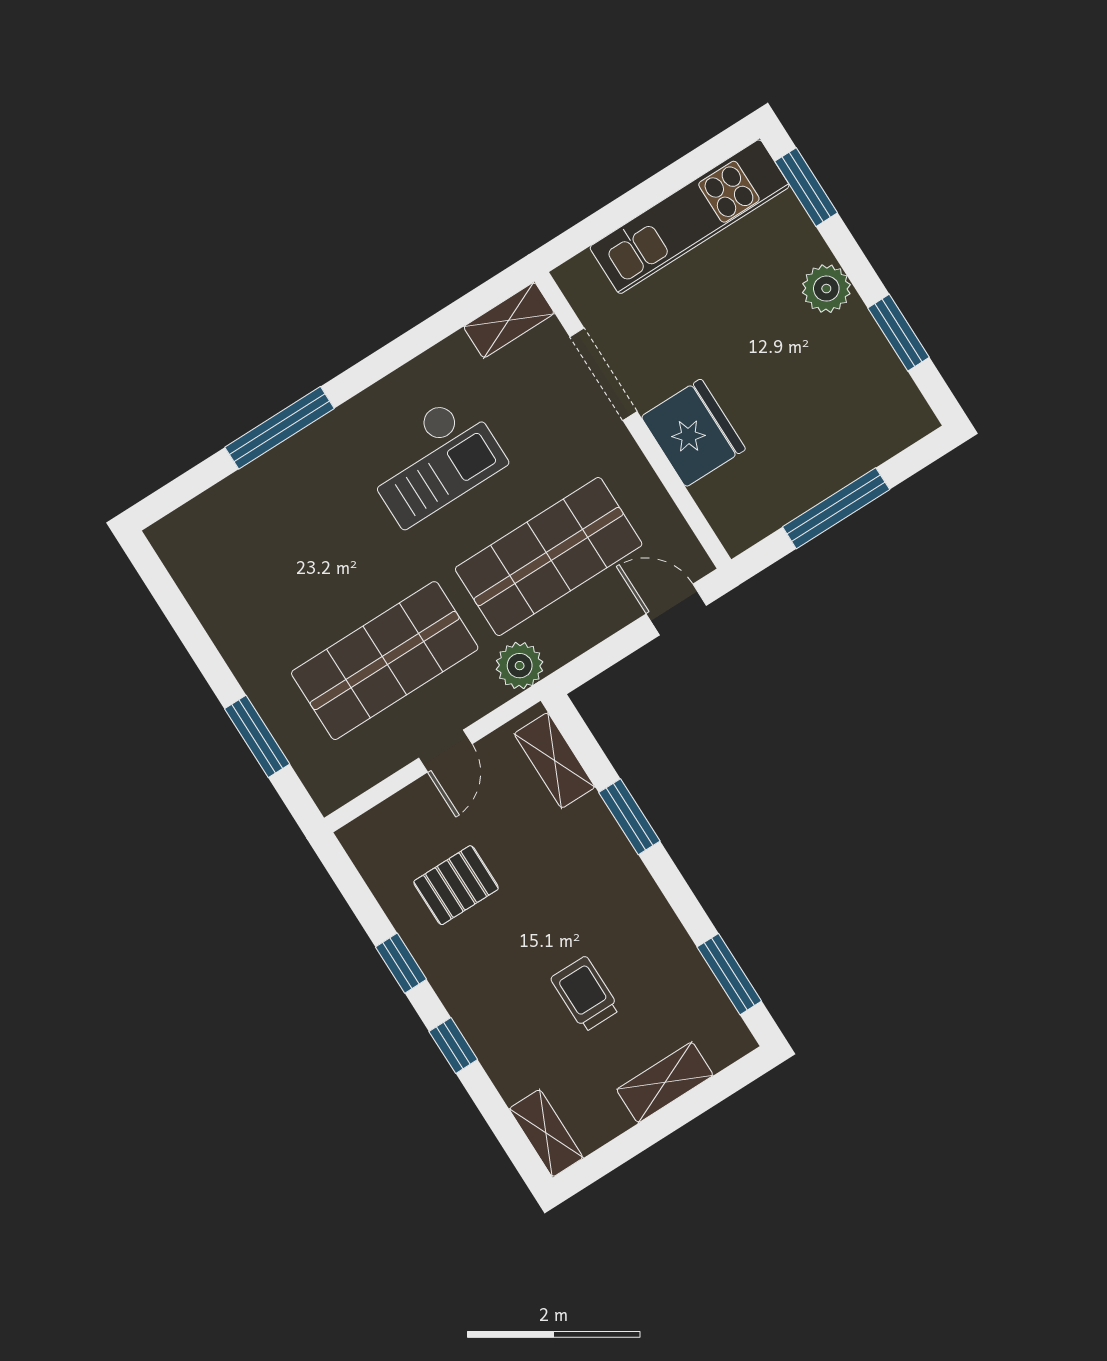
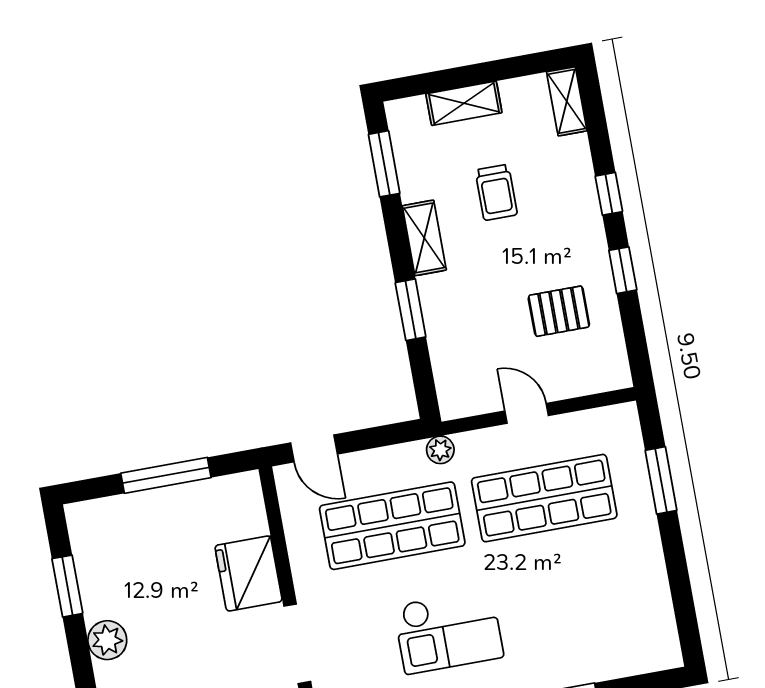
checkout: (433, 460) -> (449, 631), turned 180
plant: (520, 666) -> (440, 450), width x0.73, depth x0.73
door: (445, 751) -> (527, 413), hinge flipped
shelving: (555, 760) -> (424, 238), moved

